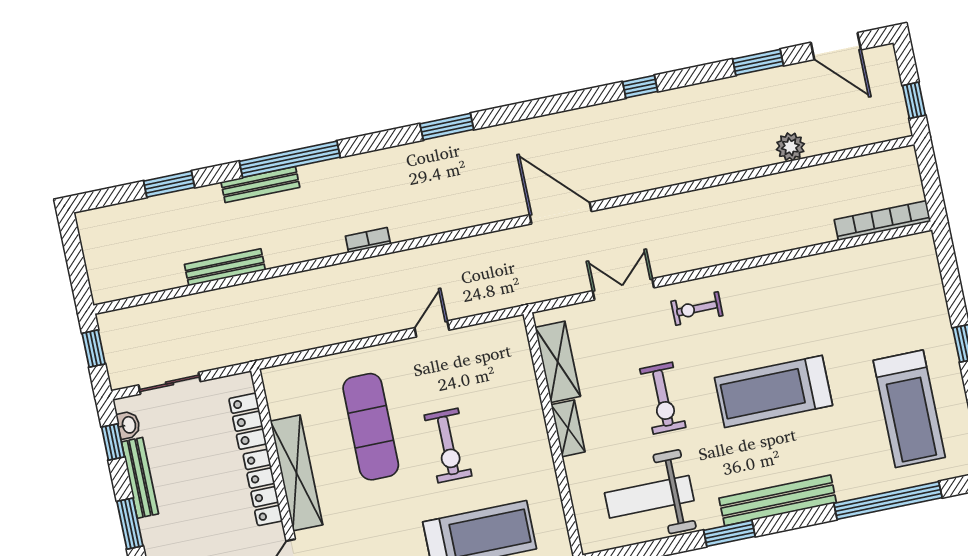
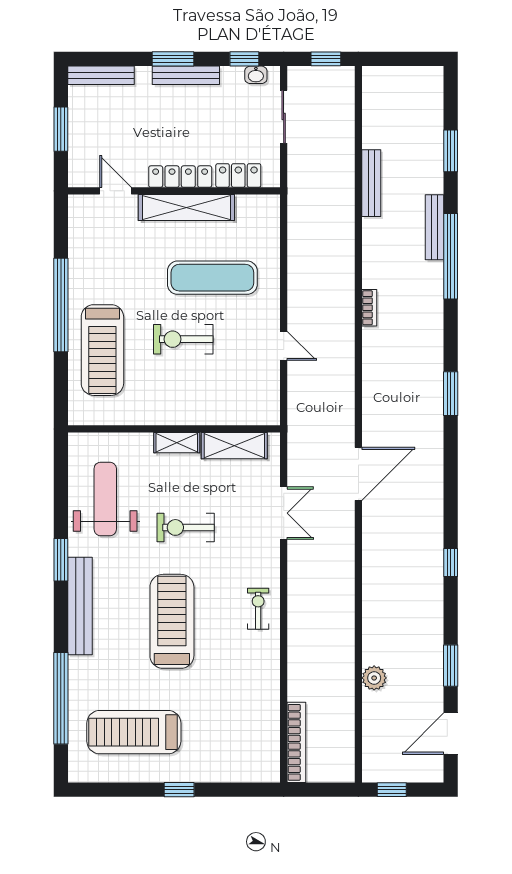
exercise bike: (697, 309) -> (258, 609), moved
bench: (140, 478) -> (186, 75), moved

